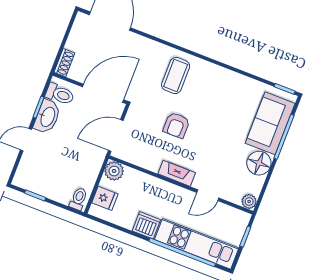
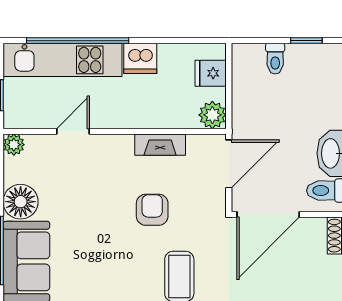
fireplace: (177, 173) -> (160, 145), moved
toilet: (78, 199) -> (275, 59), moved

